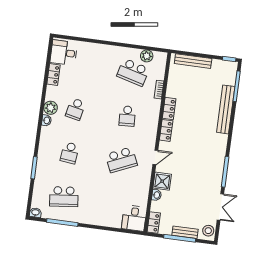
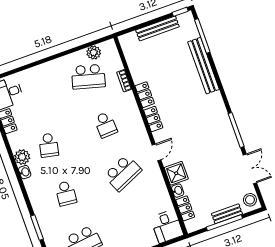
bench: (193, 61) -> (157, 28), moved
locker: (154, 223) -> (185, 208), moved

